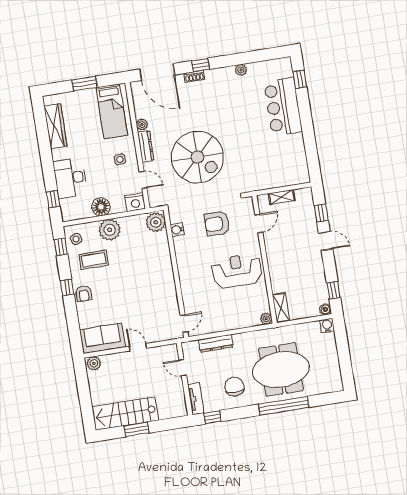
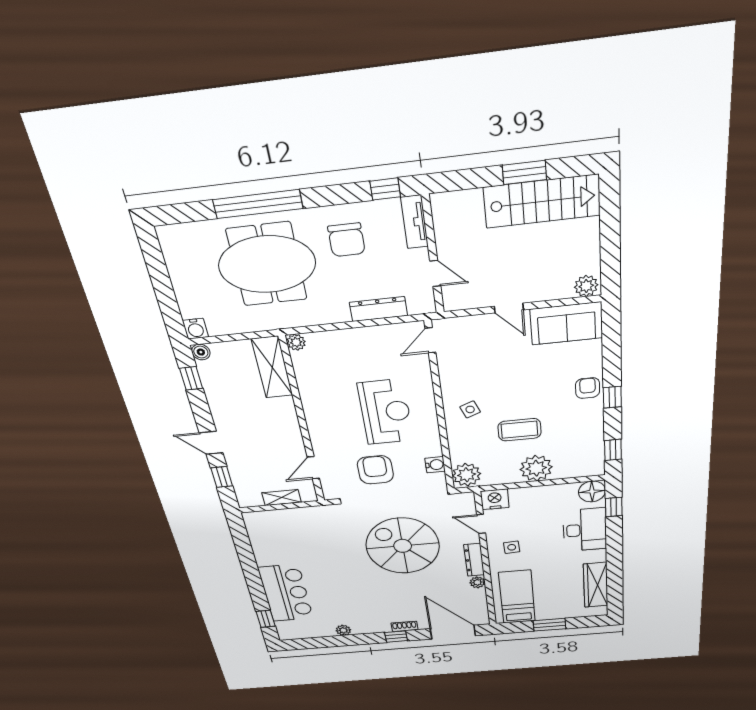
floor lamp: (101, 207) -> (592, 492), moved
armchair: (217, 224) -> (375, 470), turned -90
side table: (76, 239) -> (470, 409), moved
coffee table: (94, 260) -> (519, 430), moved
reception desk: (237, 271) -> (386, 412), moved, turned -90
shelving: (281, 308) -> (272, 367), width x1.50, depth x1.33

